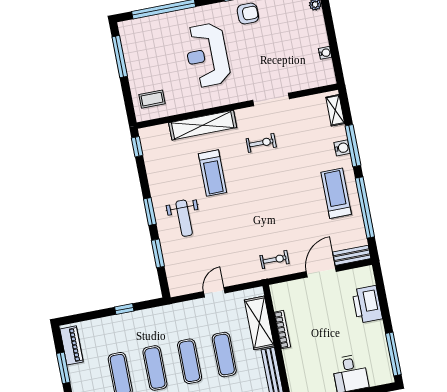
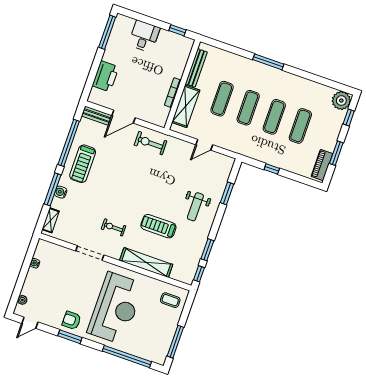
reception desk: (207, 55) -> (116, 308), width x1.36, depth x1.30
treadmill: (212, 173) -> (158, 226), turned -90
window: (150, 212) -> (207, 250), moved
weight bench: (184, 218) -> (195, 207), turned 180
exercise bike: (275, 260) -> (150, 143), width x1.38, depth x1.39

